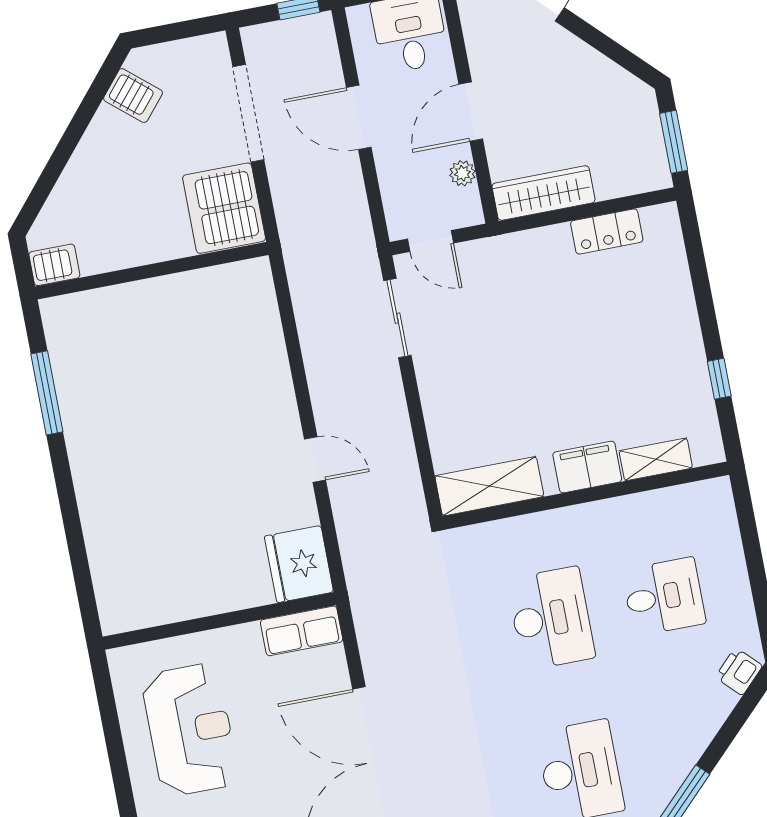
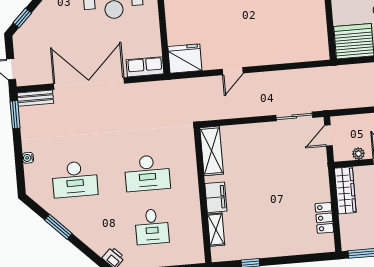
row of seats: (302, 631) -> (145, 67), moved, turned 90

